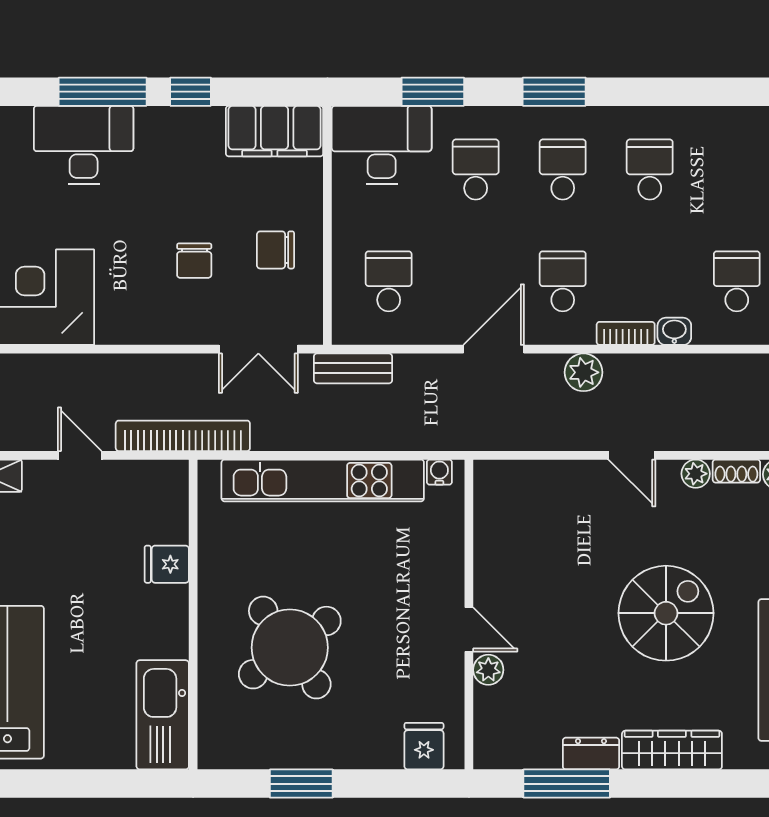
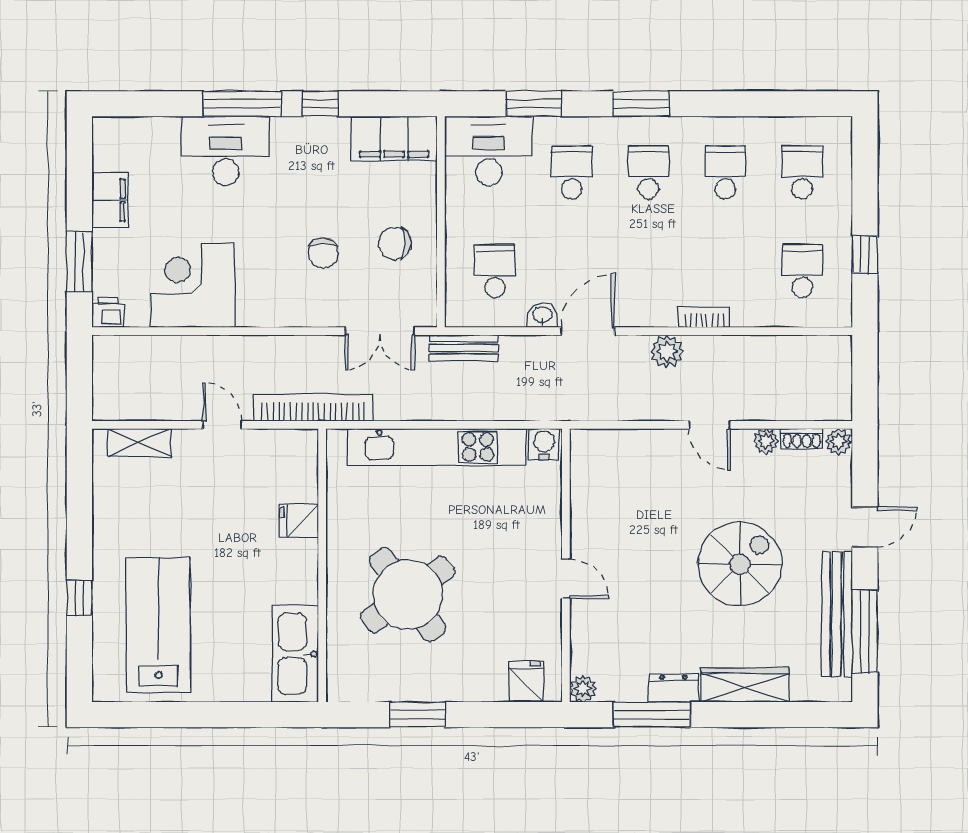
school desk: (563, 281) -> (802, 172), moved
washbasin: (674, 331) -> (542, 315), moved
water cooler: (439, 472) -> (544, 444), width x1.38, depth x1.38
plant: (488, 670) -> (583, 689), moved

